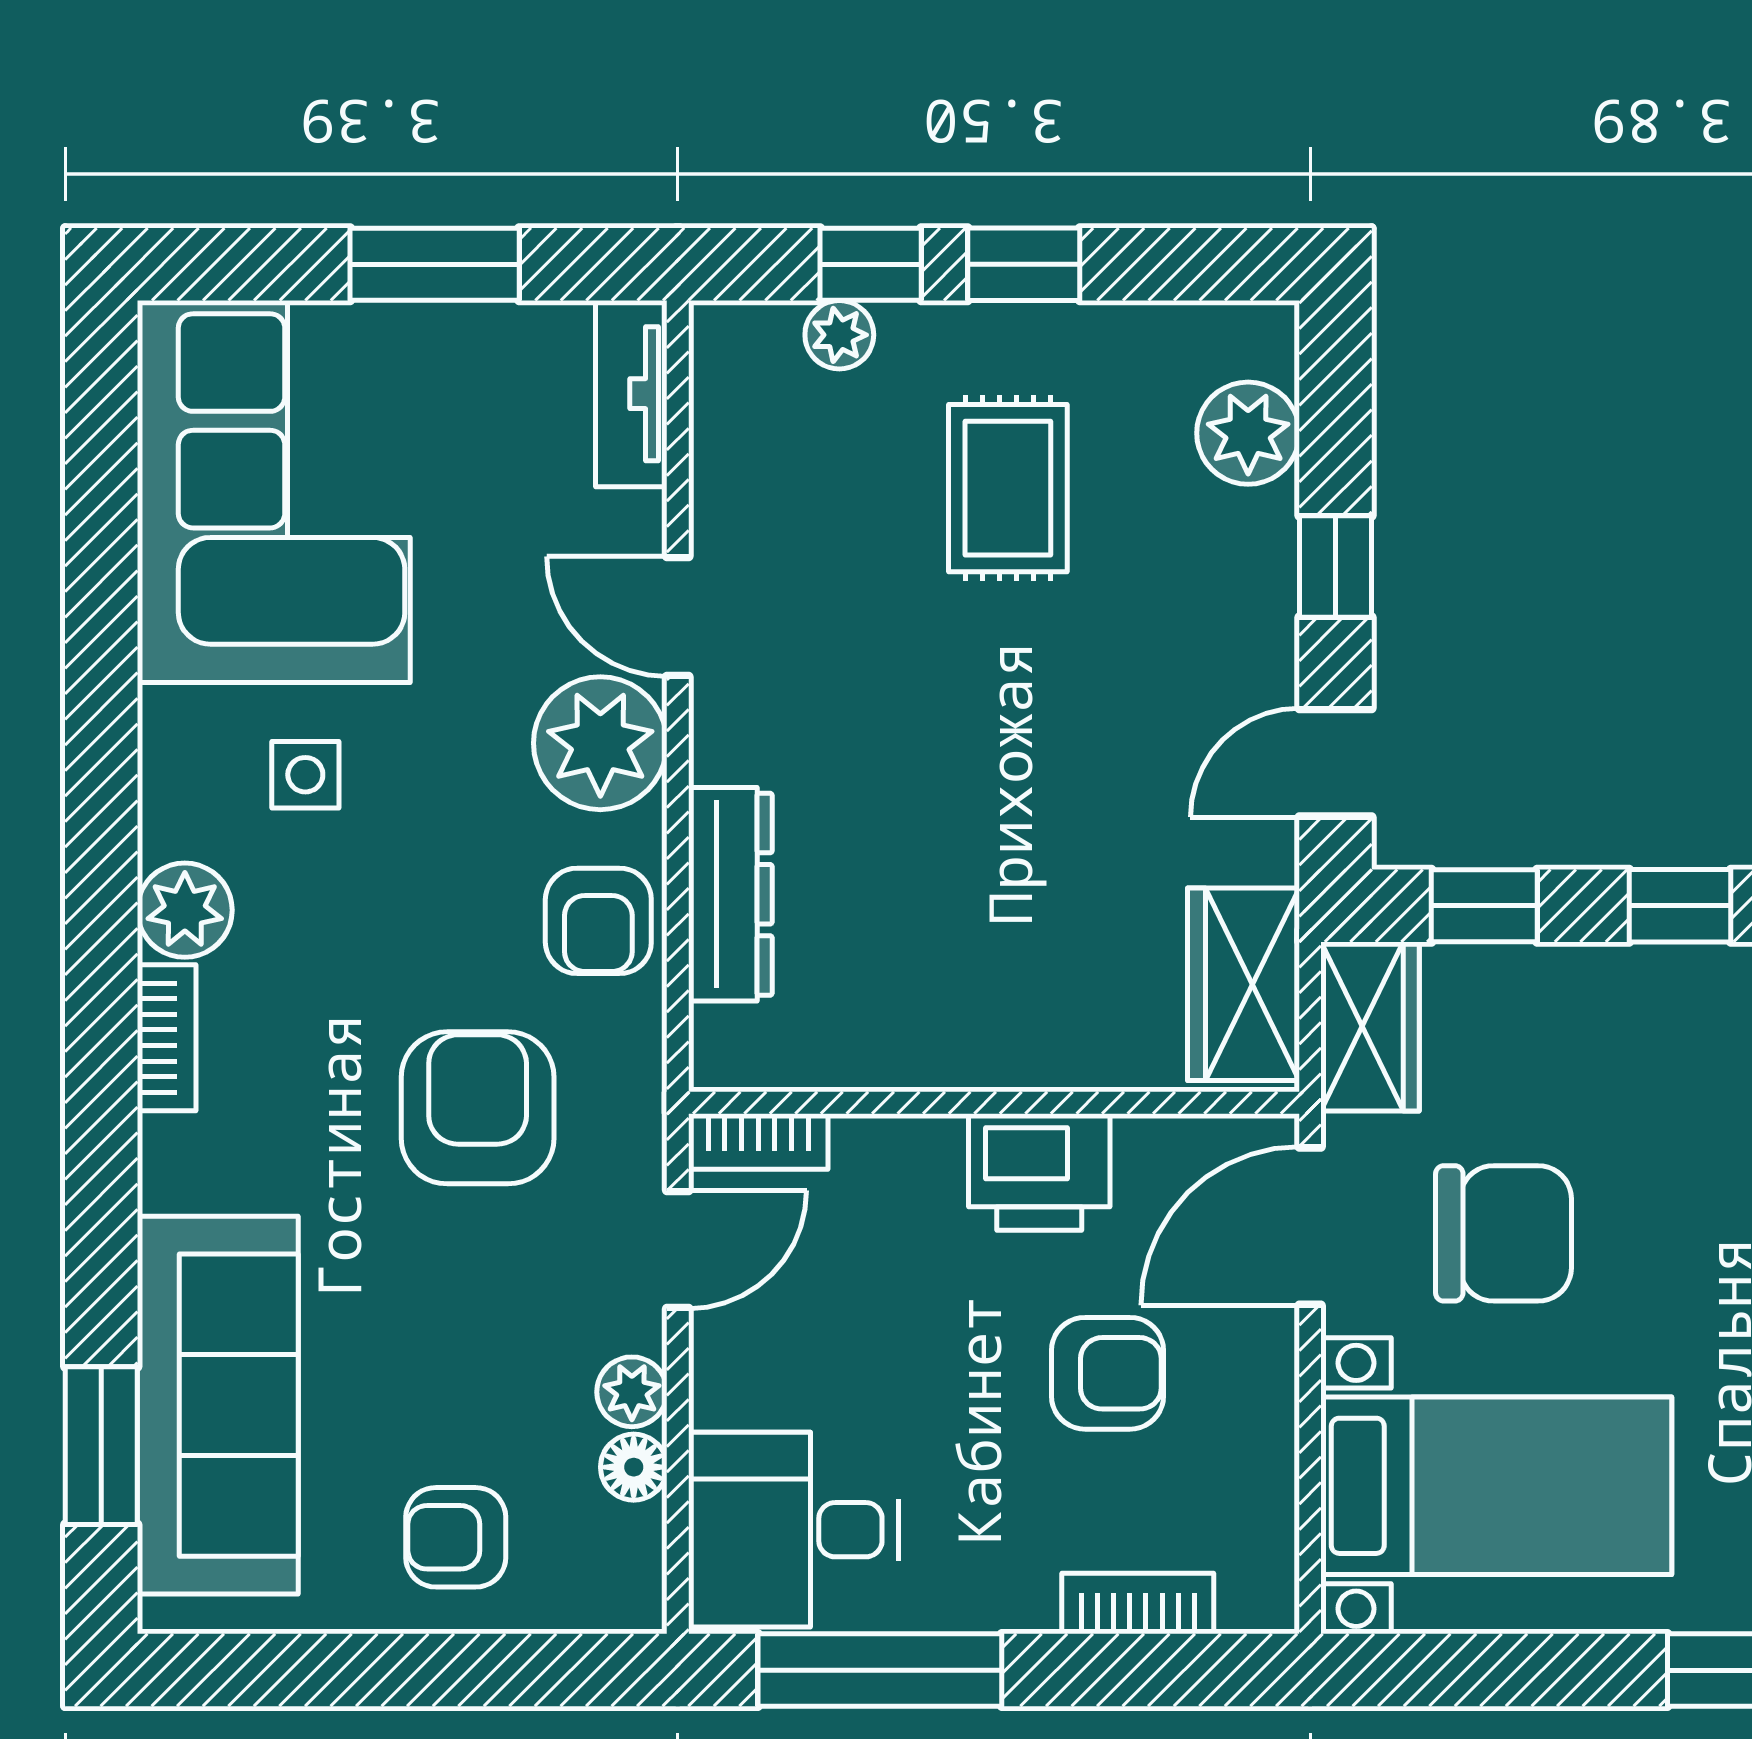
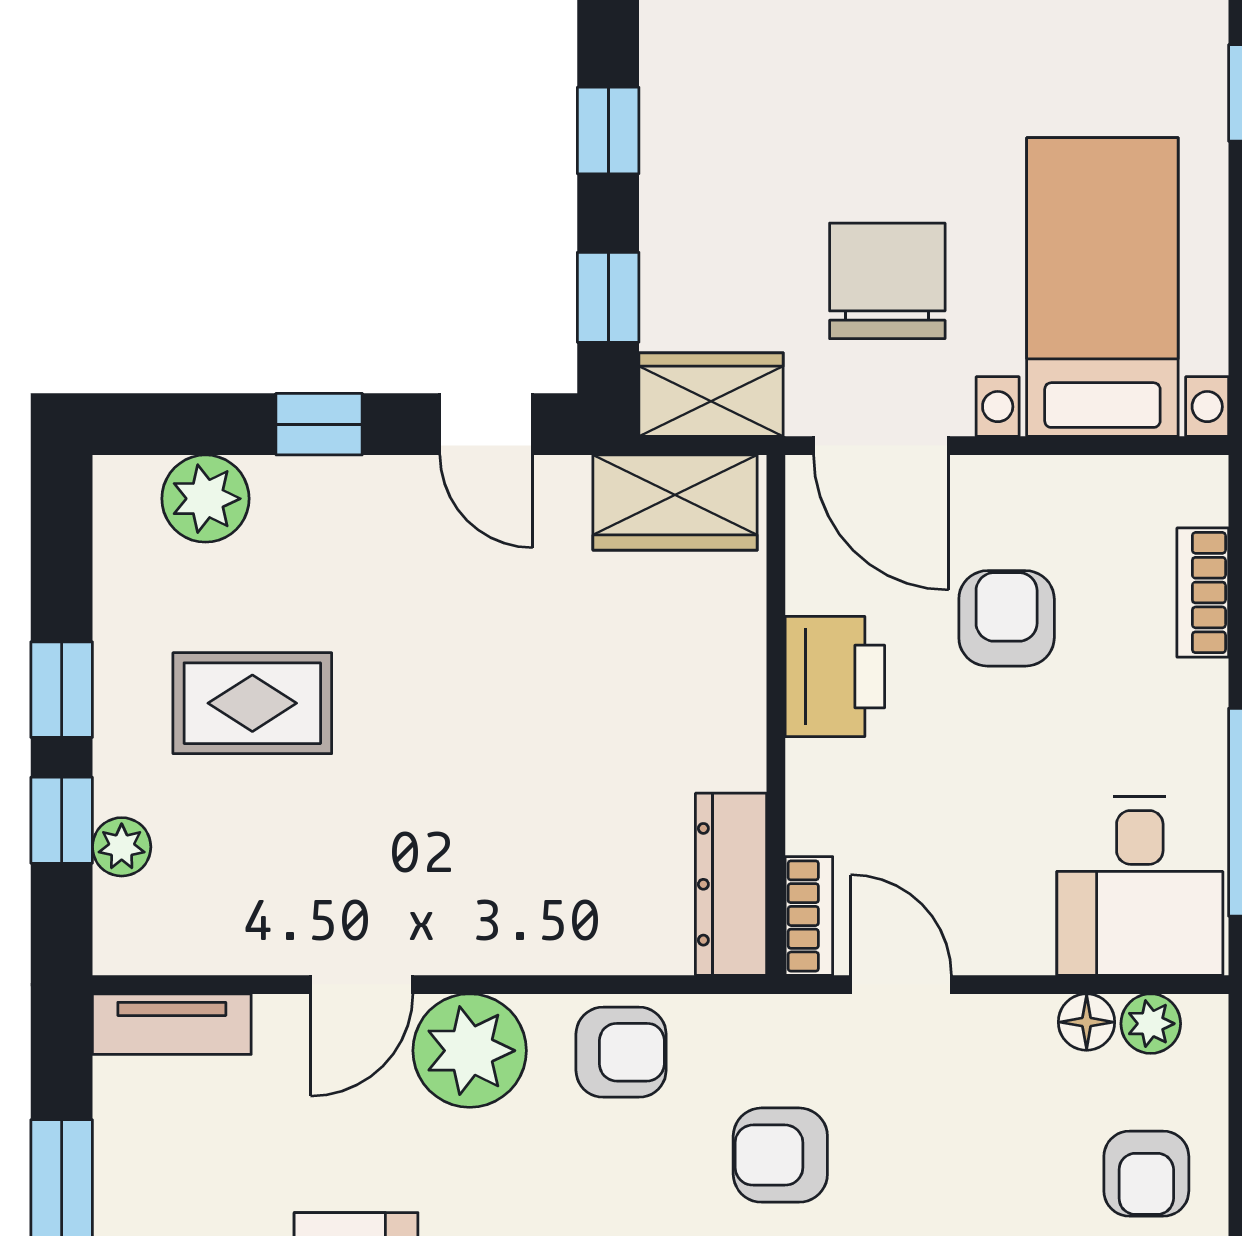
dresser: (730, 894) -> (731, 884), moved, turned -90
armchair: (478, 1108) -> (780, 1155), width x0.72, depth x0.72
plant: (632, 1392) -> (1151, 1024), moved

